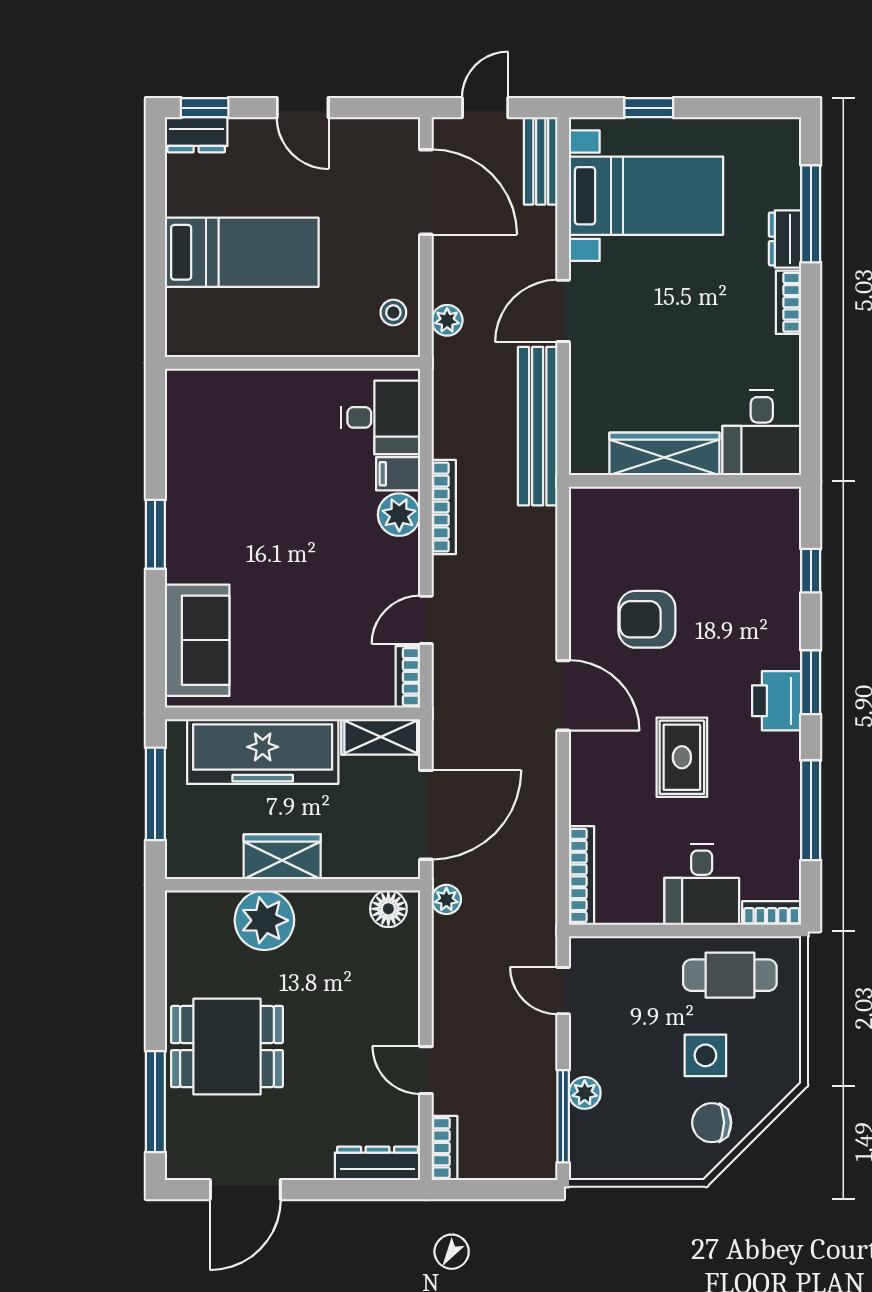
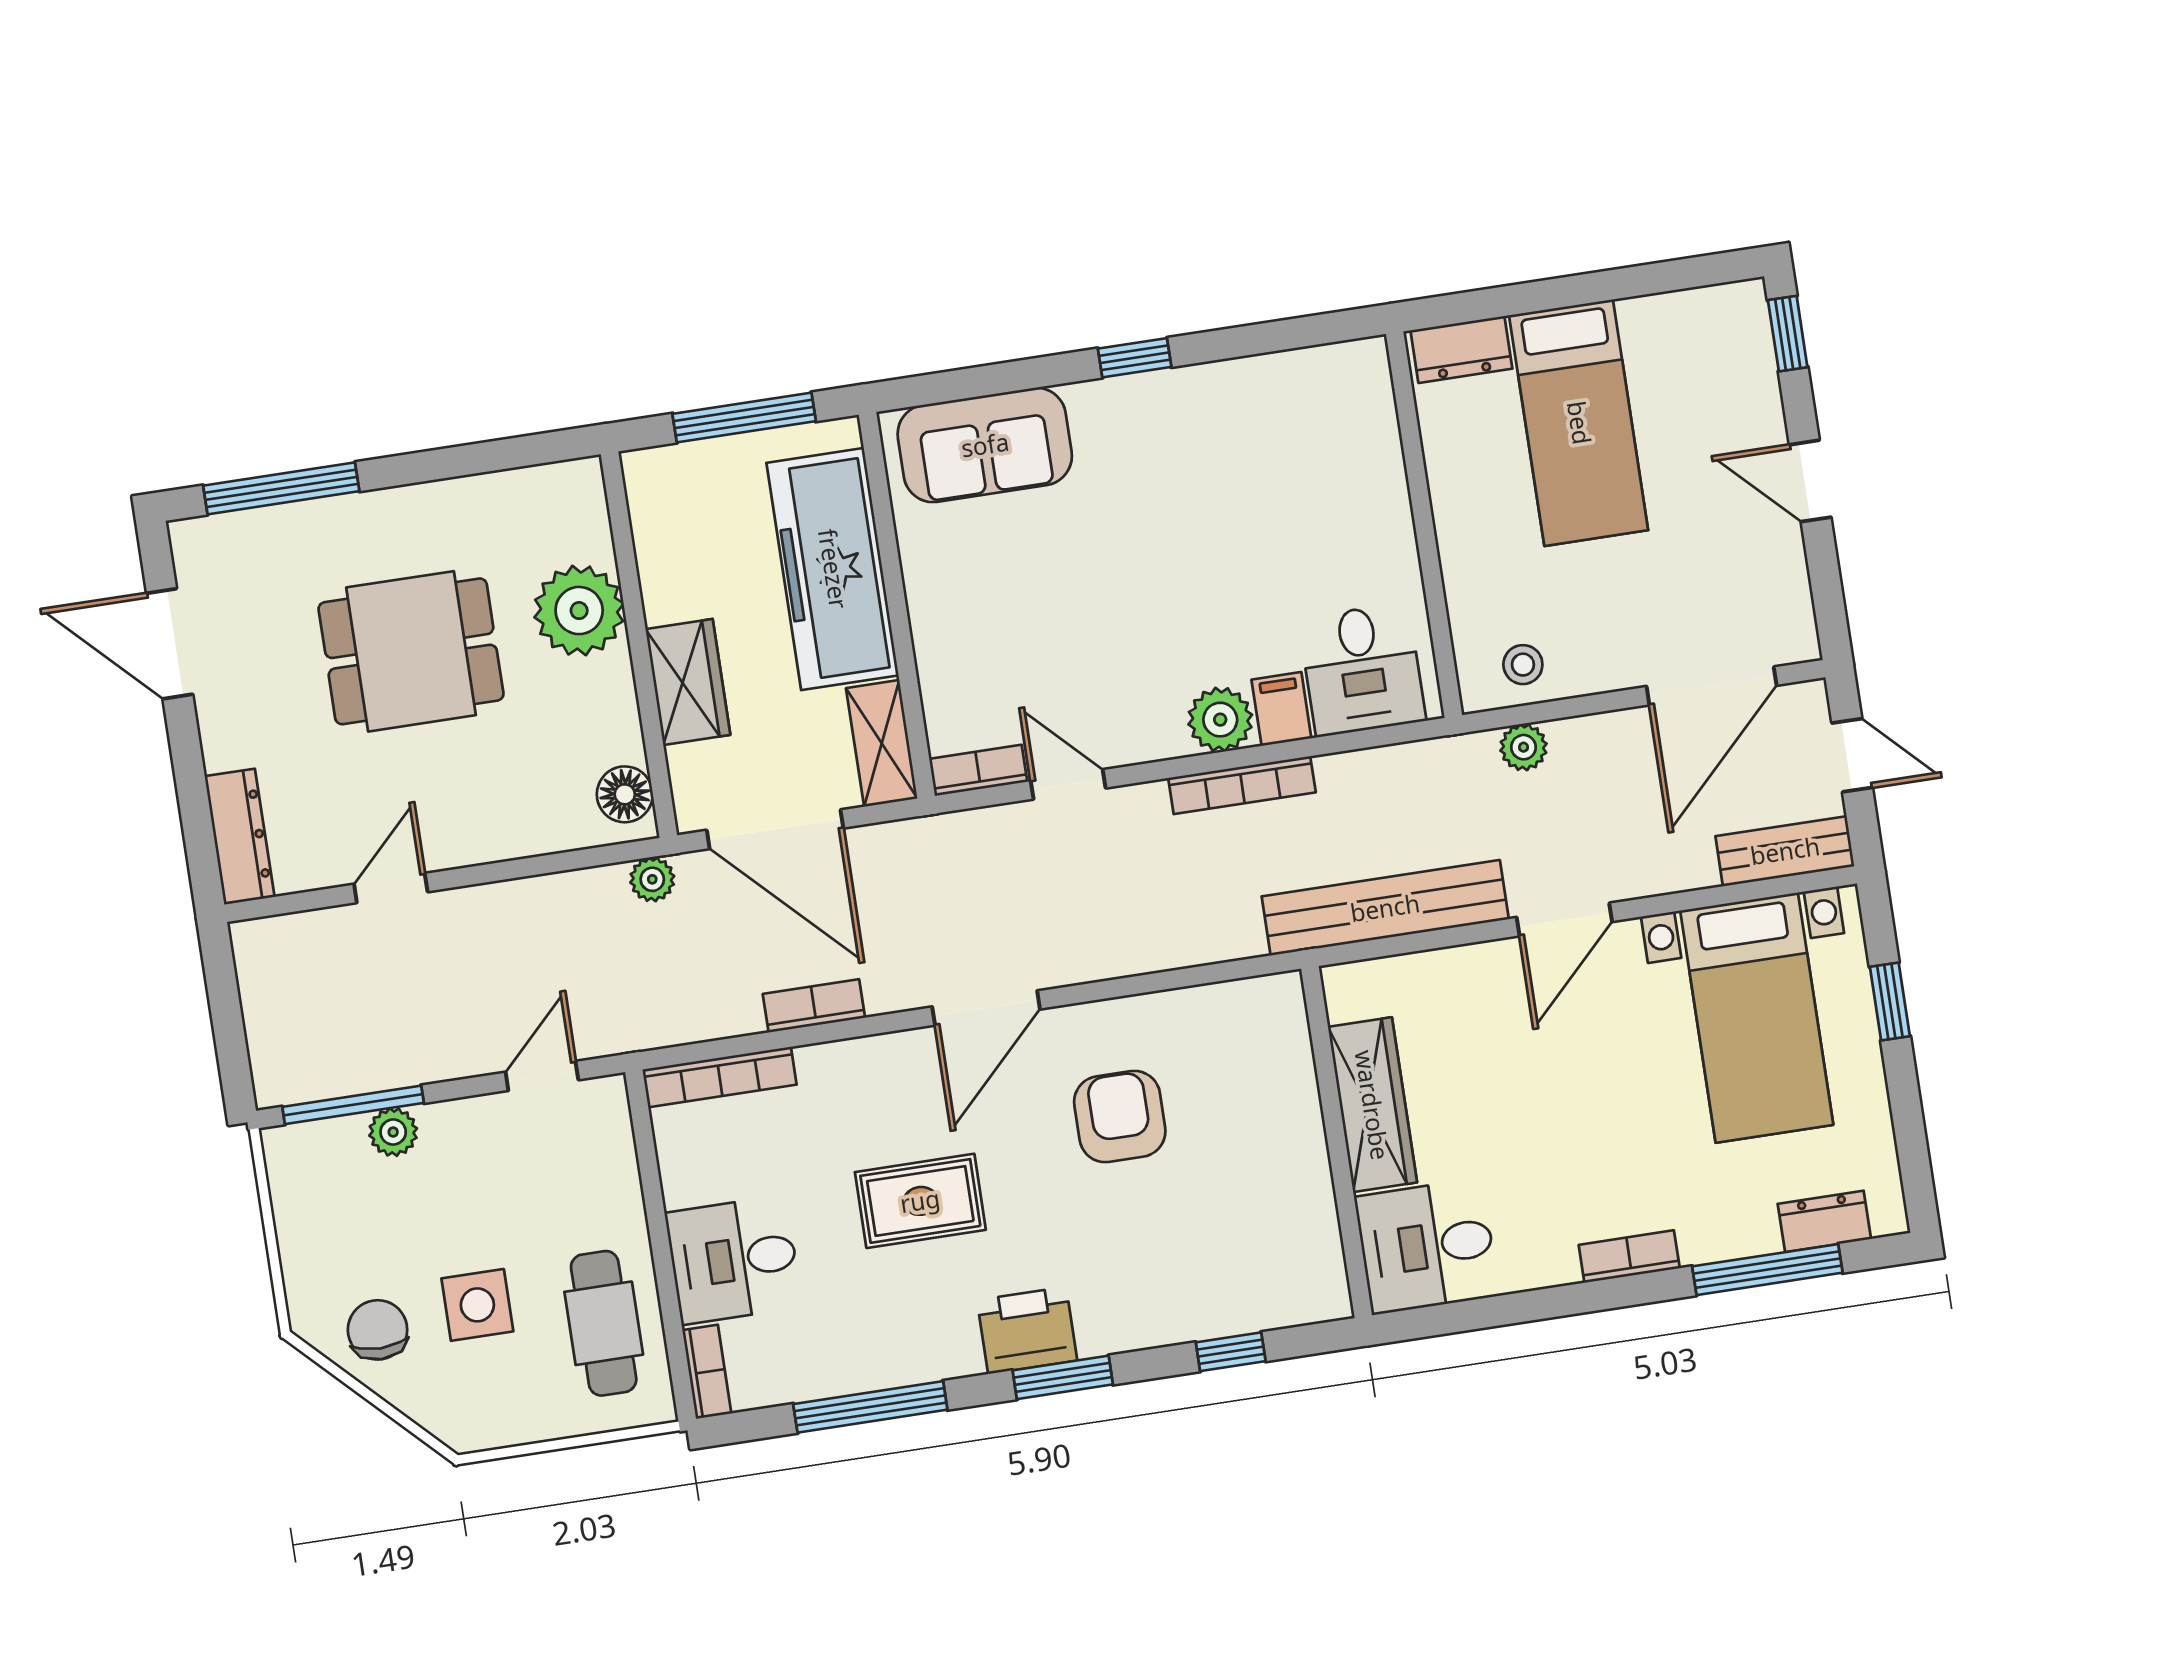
door: (303, 108) -> (1810, 481), hinge flipped
dresser: (196, 135) -> (1461, 349), moved, turned -90
dresser: (785, 239) -> (1824, 1221), moved
door: (563, 311) -> (1564, 919), swing flipped
window: (155, 534) -> (1135, 358), width x0.67
wardrobe: (282, 857) -> (688, 682), moved
dining table: (227, 1047) -> (411, 651), moved, turned 90
bookcase: (444, 1148) -> (814, 1006), moved, turned 180

